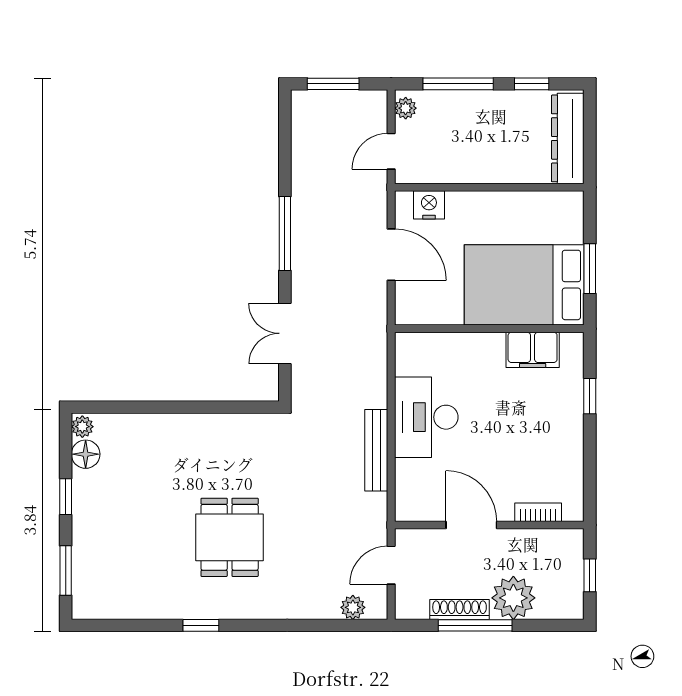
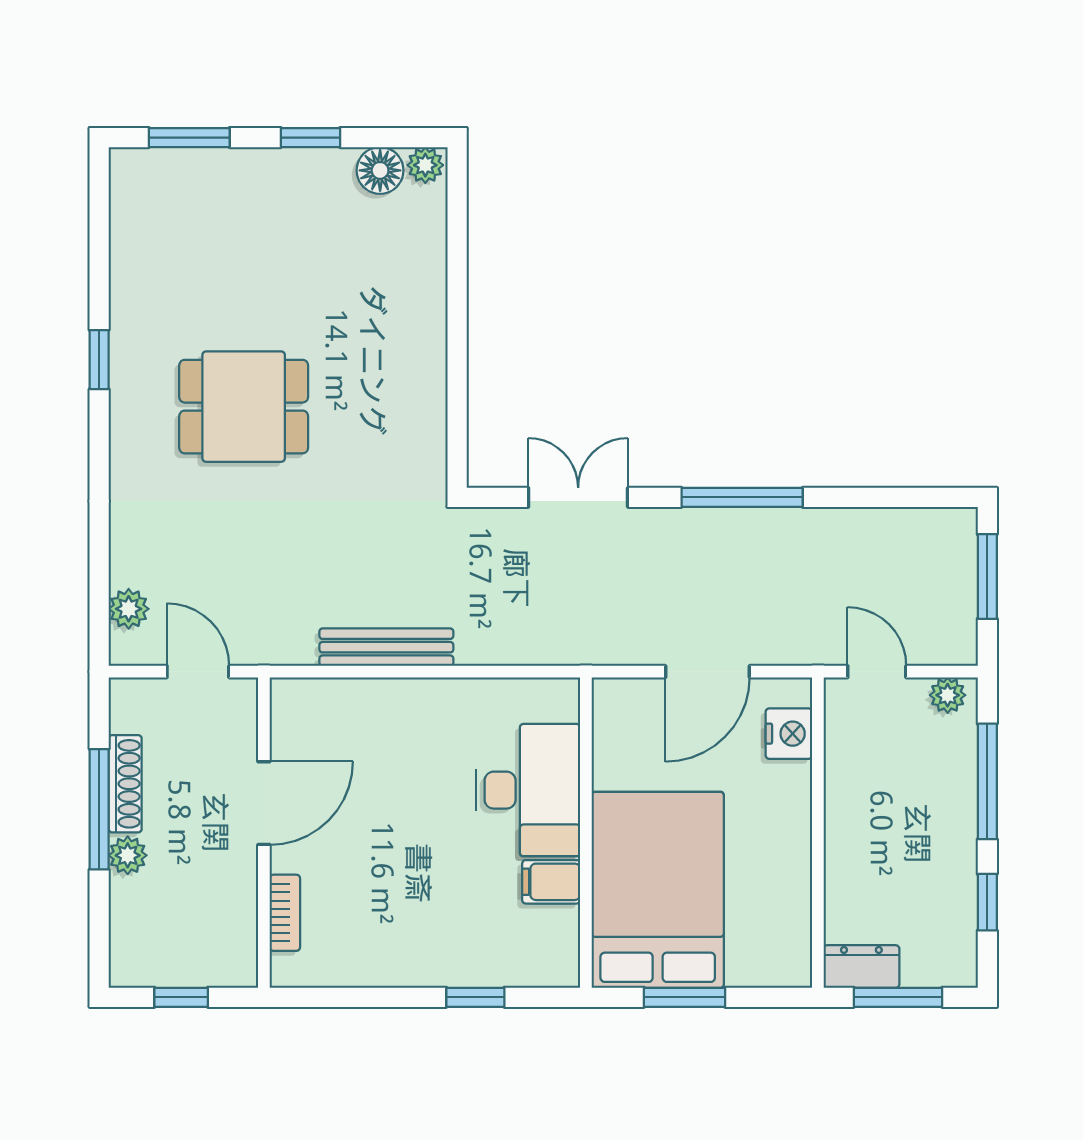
dresser: (568, 138) -> (861, 967), width x0.51, depth x0.80
window: (590, 138) -> (898, 997), added
filing cabinet: (533, 350) -> (551, 882), width x0.50
desk: (426, 417) -> (528, 790), moved, turned 90
plant: (513, 598) -> (128, 855), width x0.53, depth x0.53

